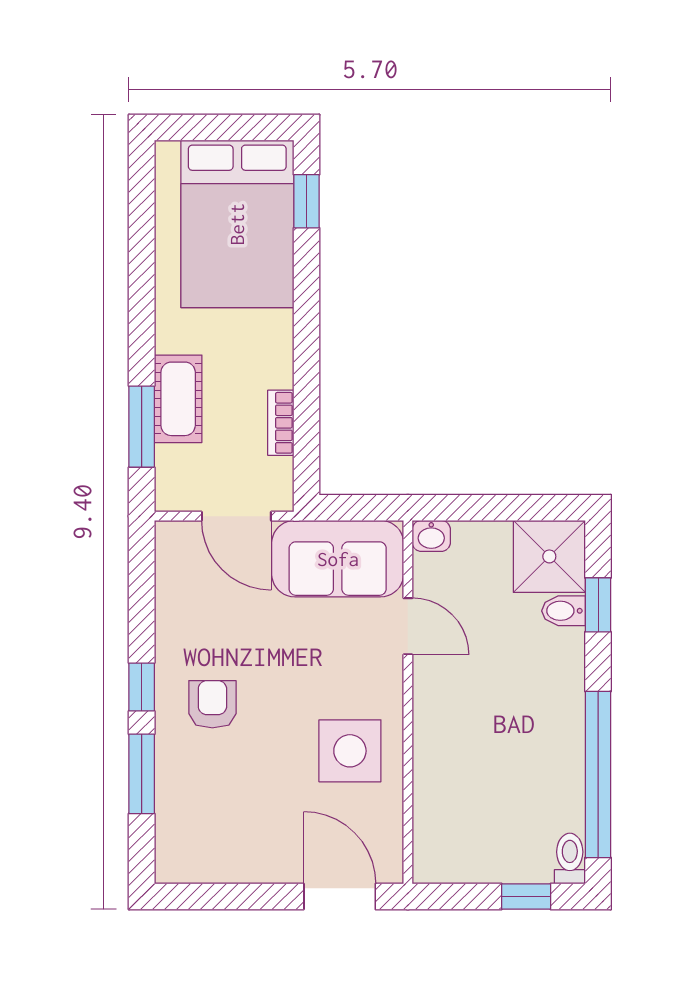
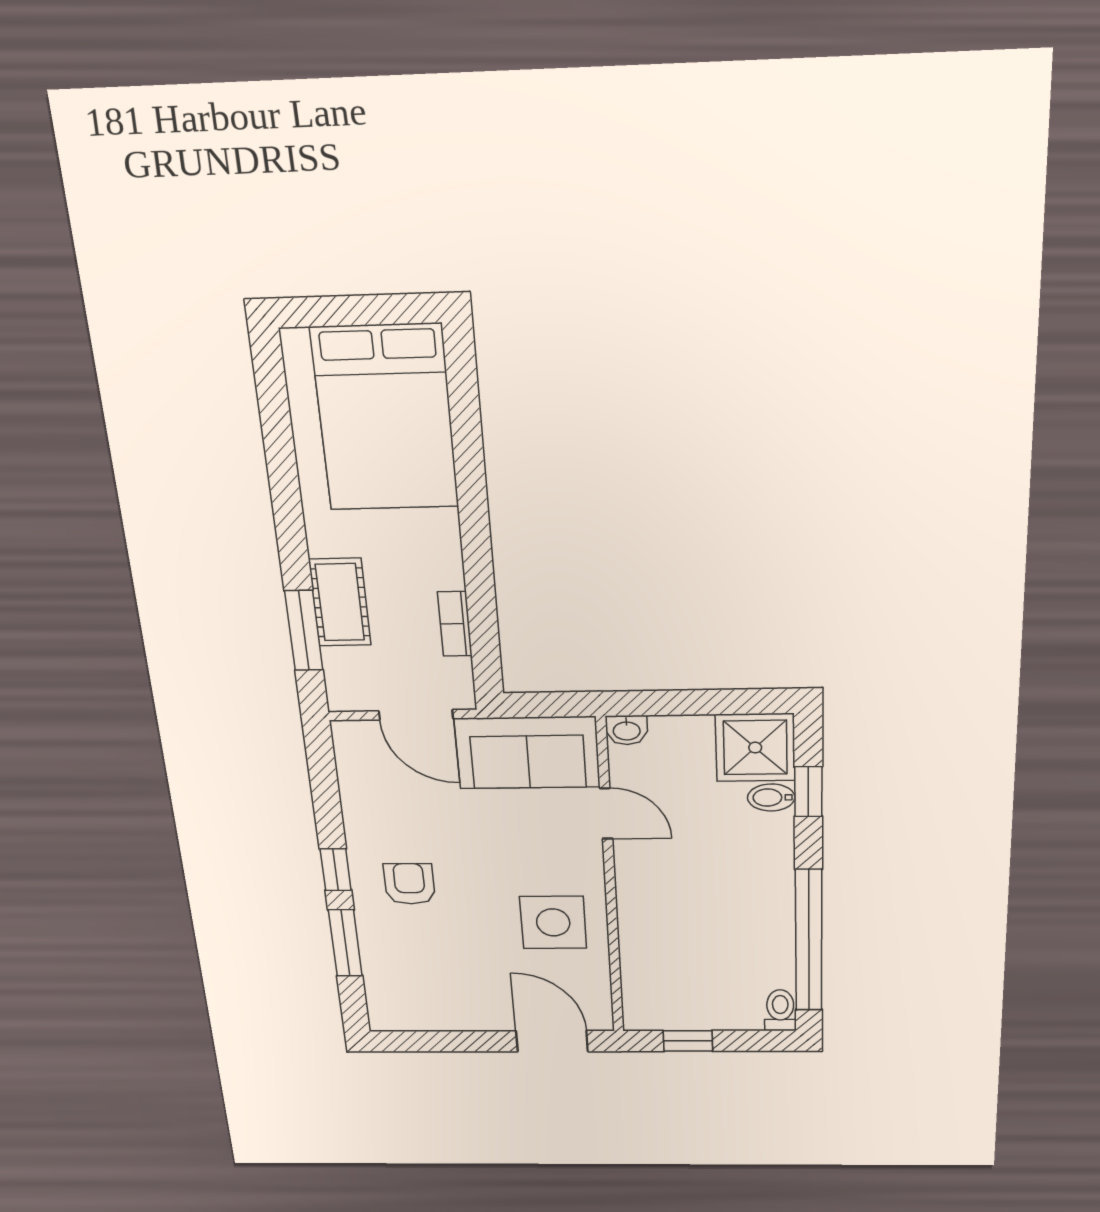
window: (306, 201) -> (463, 391), removed
window: (526, 897) -> (688, 1041), moved

